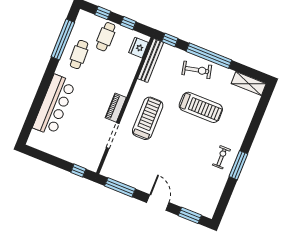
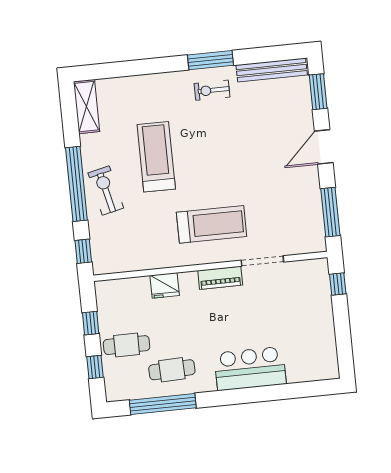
fridge: (139, 48) -> (165, 285), moved
bench: (151, 61) -> (272, 70), moved
bar counter: (54, 105) -> (250, 369), width x0.73
treadmill: (148, 118) -> (212, 224), turned 180

